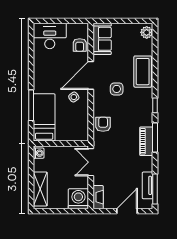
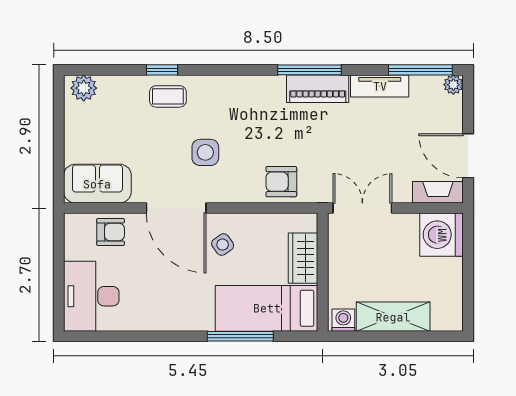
coffee table: (143, 72) -> (168, 96), width x0.54, depth x0.58
window: (155, 105) -> (162, 70), moved
wardrobe: (67, 134) -> (303, 258), added
double door: (91, 162) -> (362, 208), swing flipped
tv unit: (148, 185) -> (380, 86), moved
shelving: (40, 189) -> (393, 317), moved
plant: (148, 204) -> (453, 85), added
door: (127, 211) -> (468, 156), moved

